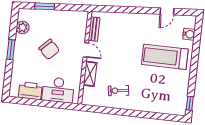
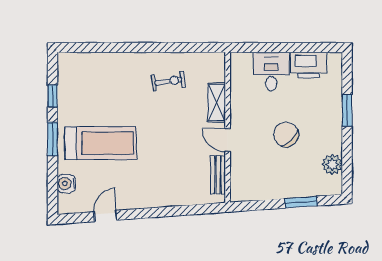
window: (11, 50) -> (347, 110), moved
window: (194, 63) -> (53, 139), added
desk: (58, 90) -> (271, 71), width x0.73
window: (190, 103) -> (53, 96), moved

